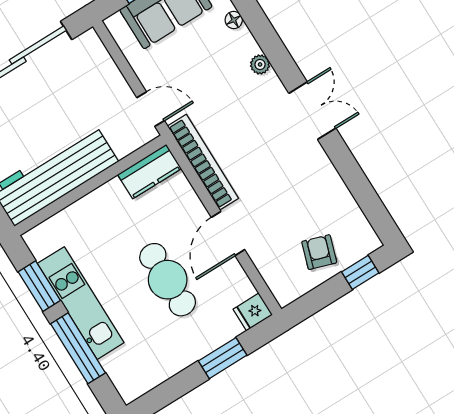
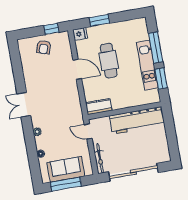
bicycle: (102, 62) -> (100, 158), added
bookcase: (203, 162) -> (76, 102), removed
door: (228, 233) -> (77, 69), hinge flipped
window: (360, 272) -> (51, 29), moved

